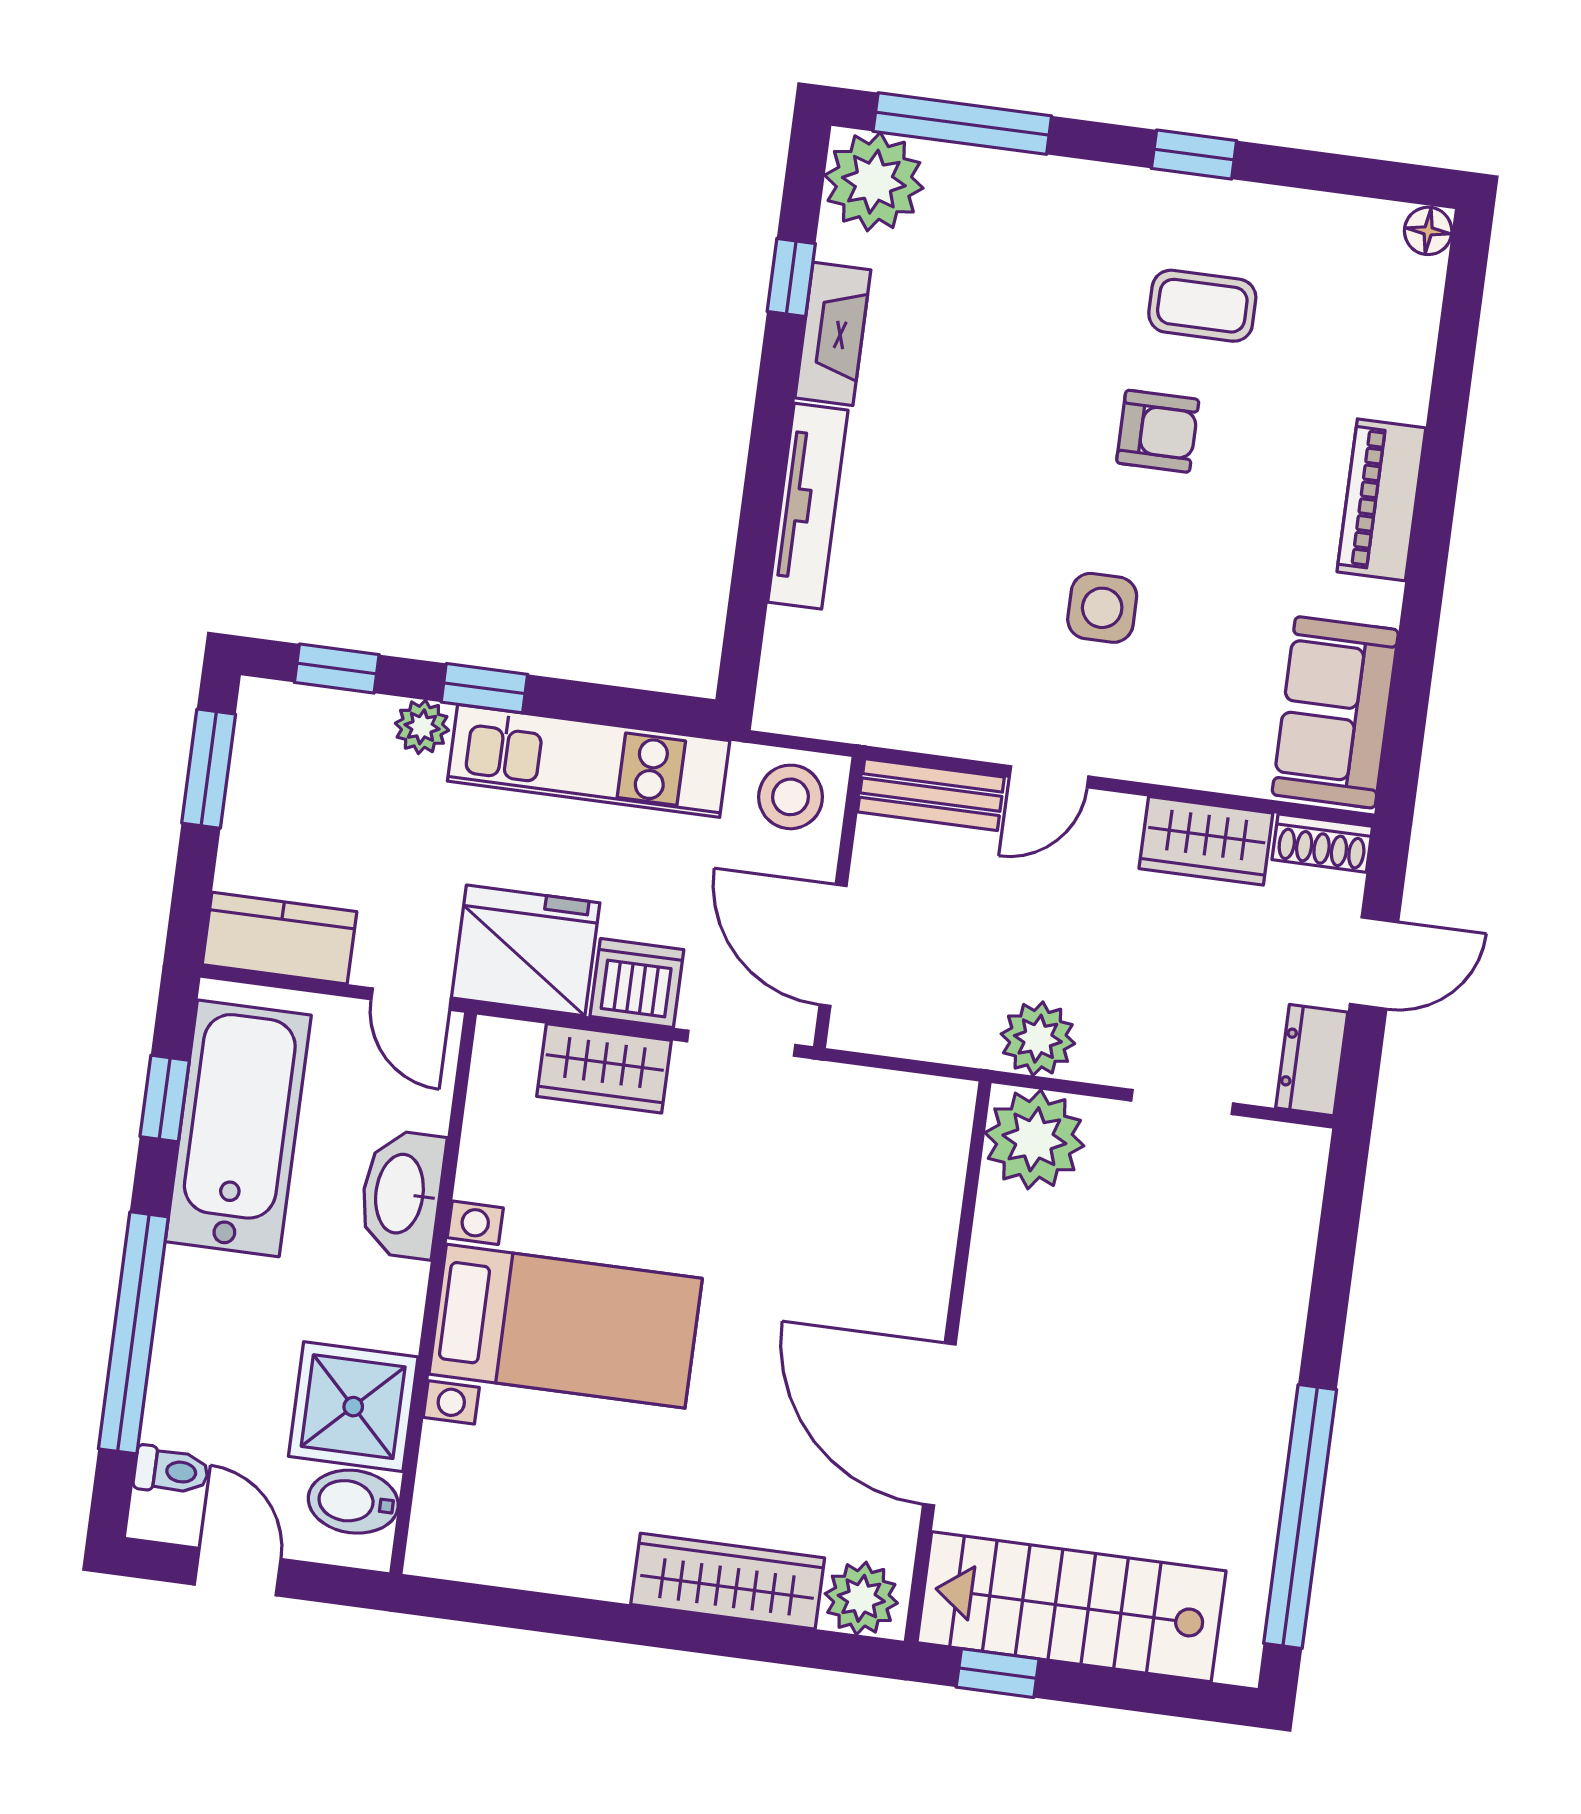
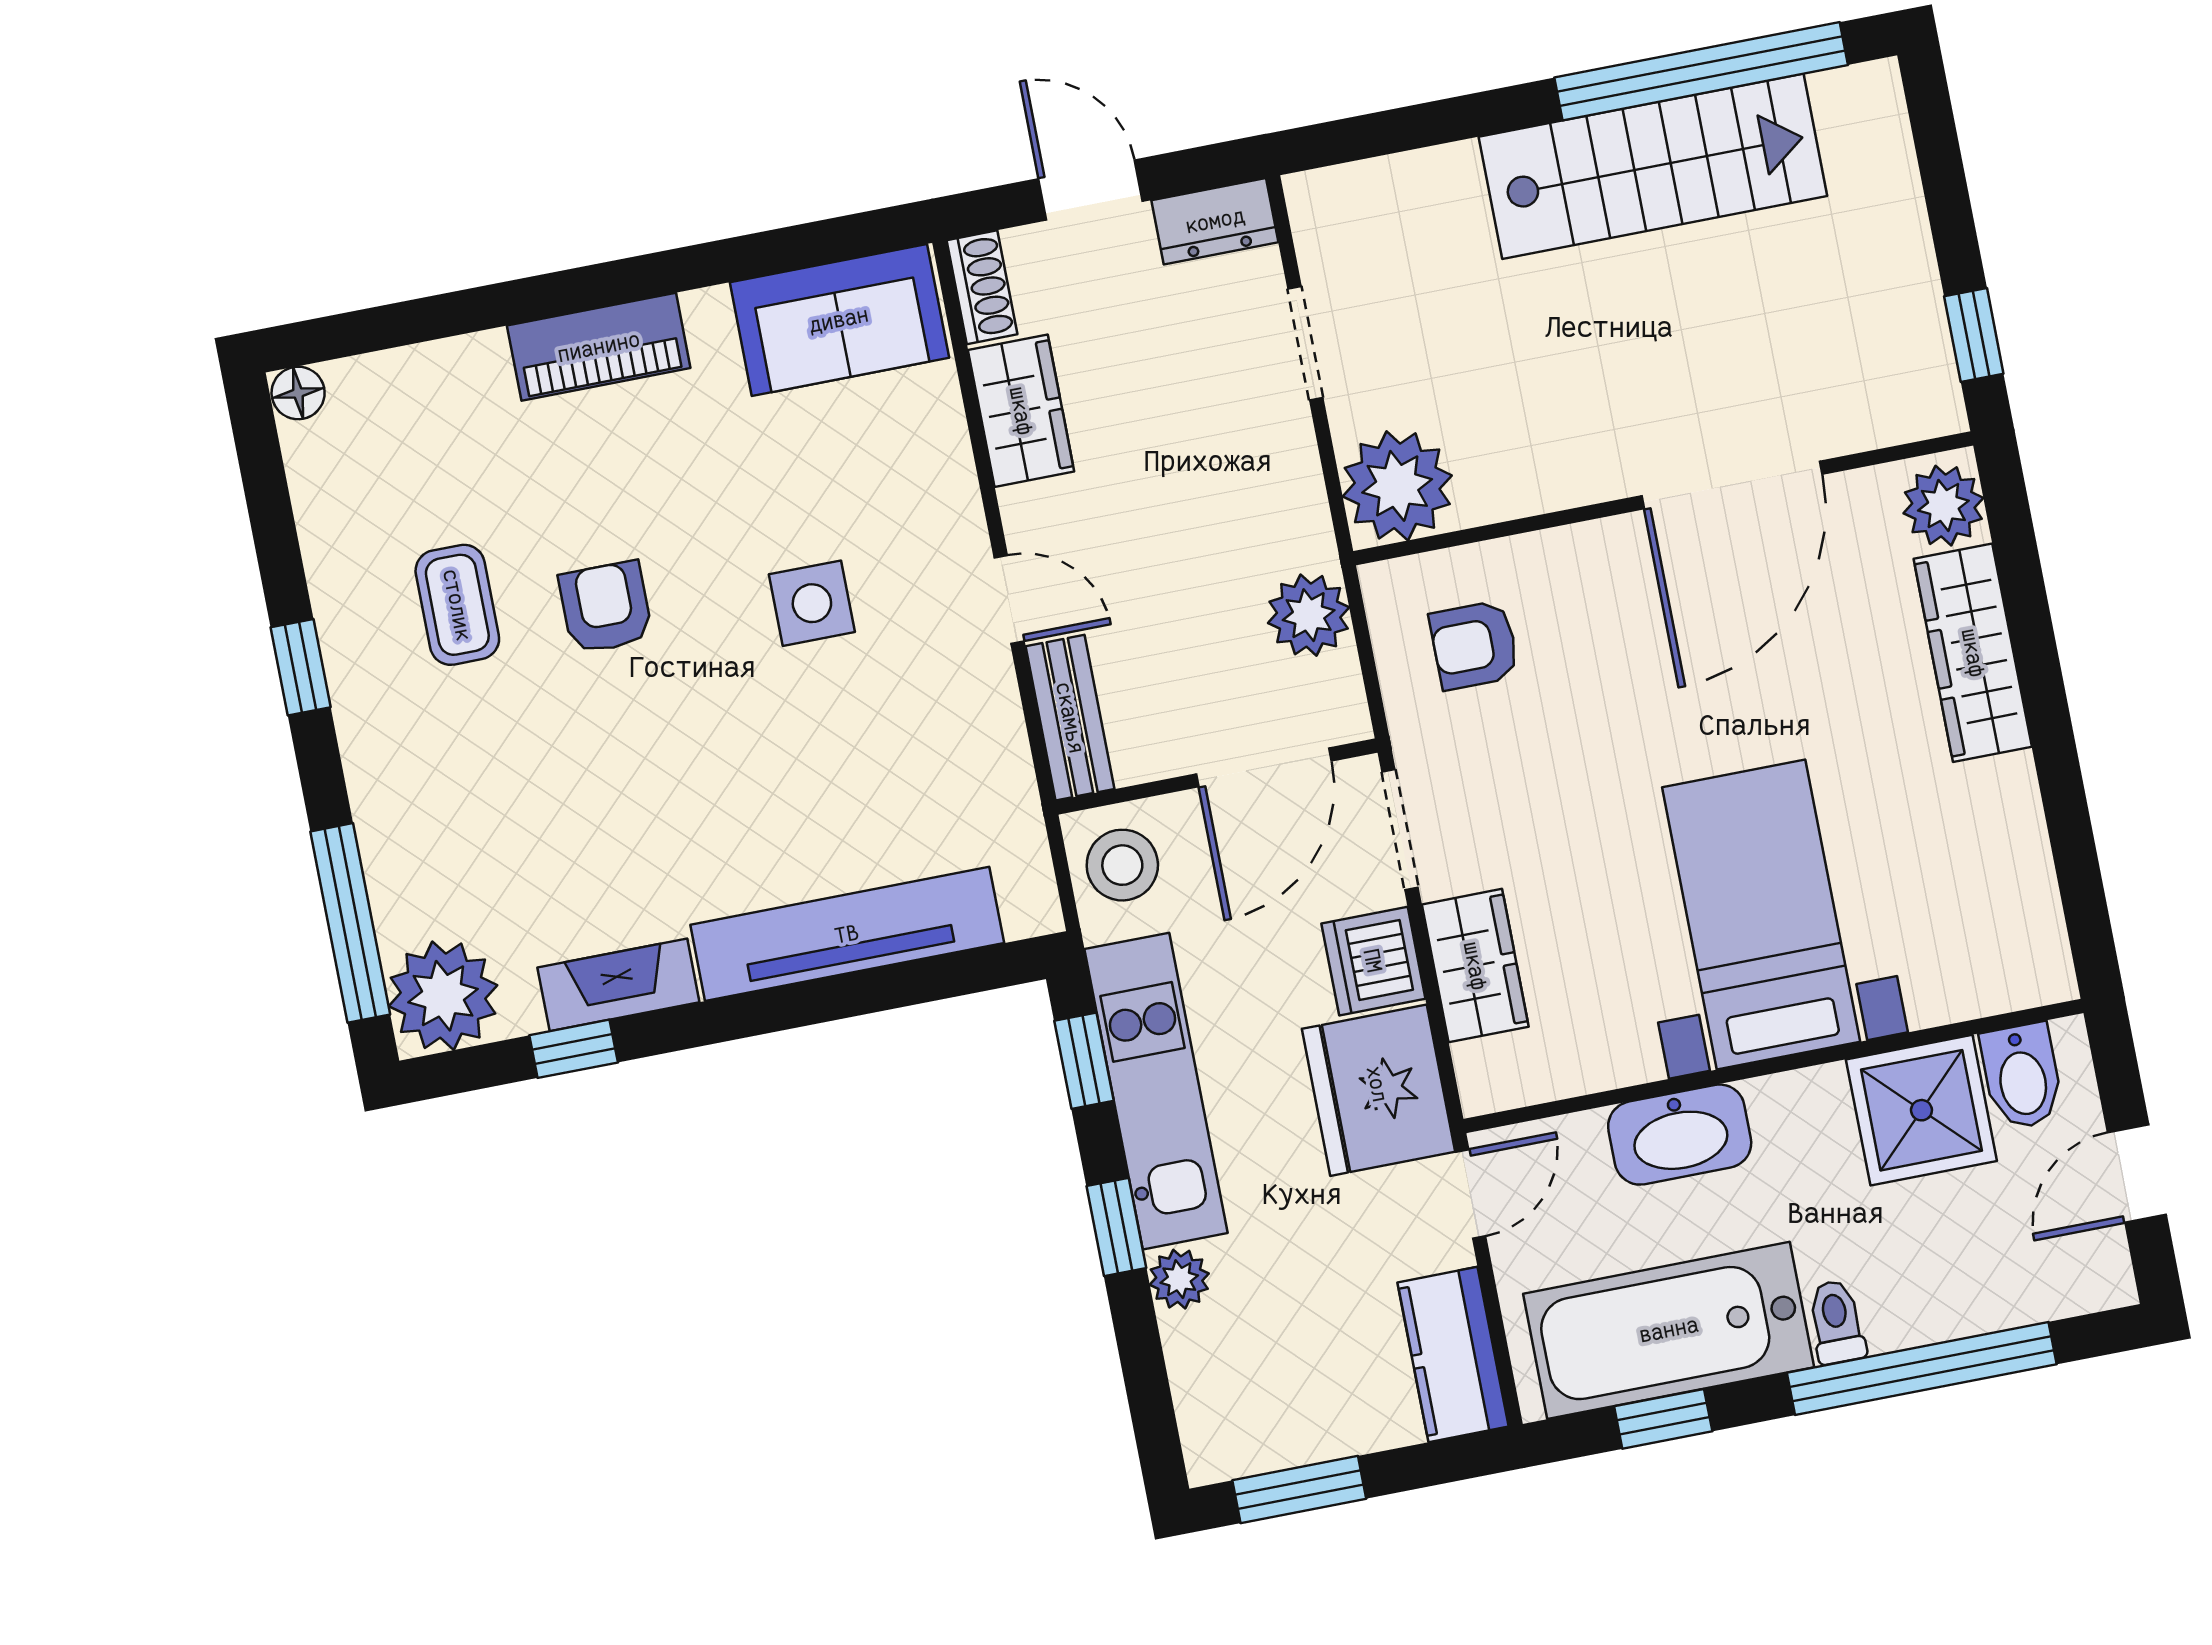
tv unit: (808, 506) -> (847, 934), width x1.36, depth x1.29
window: (337, 669) -> (1084, 1061), moved
plant: (1038, 1039) -> (1309, 615), moved
armchair: (877, 1159) -> (1474, 645), added
toilet: (171, 1471) -> (1836, 1322), moved
stairs: (1071, 1607) -> (1653, 166), moved, turned -90

